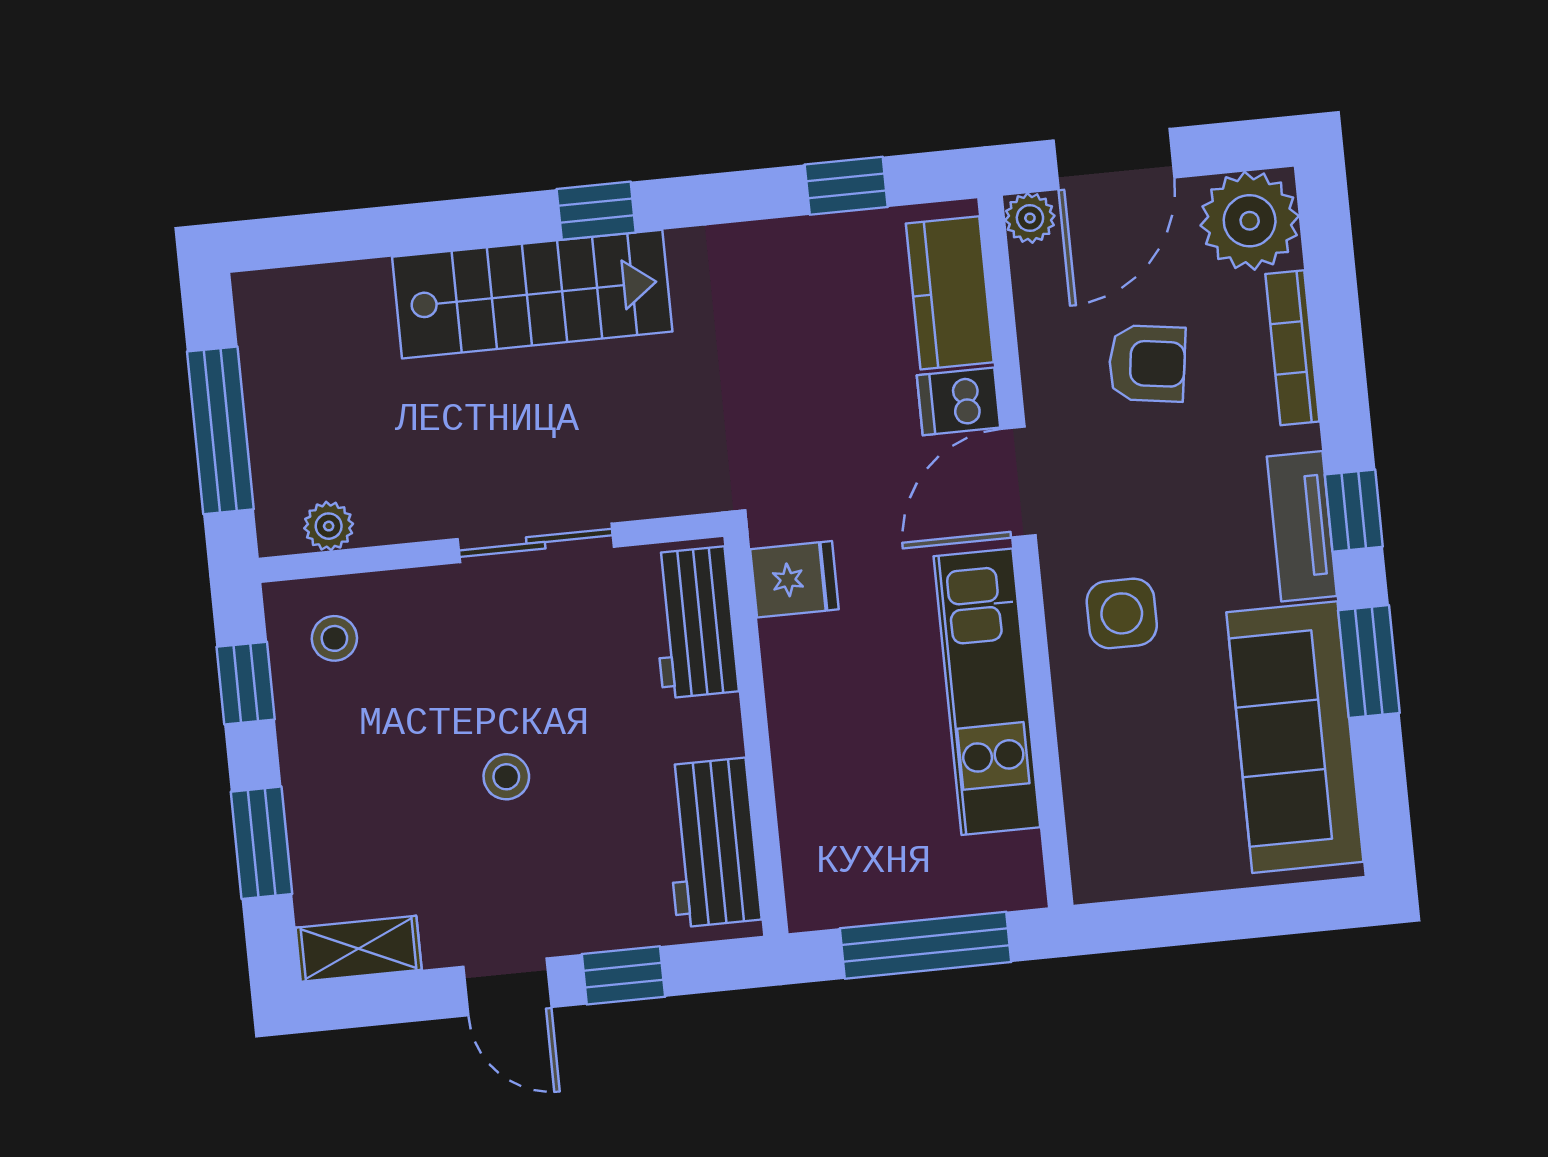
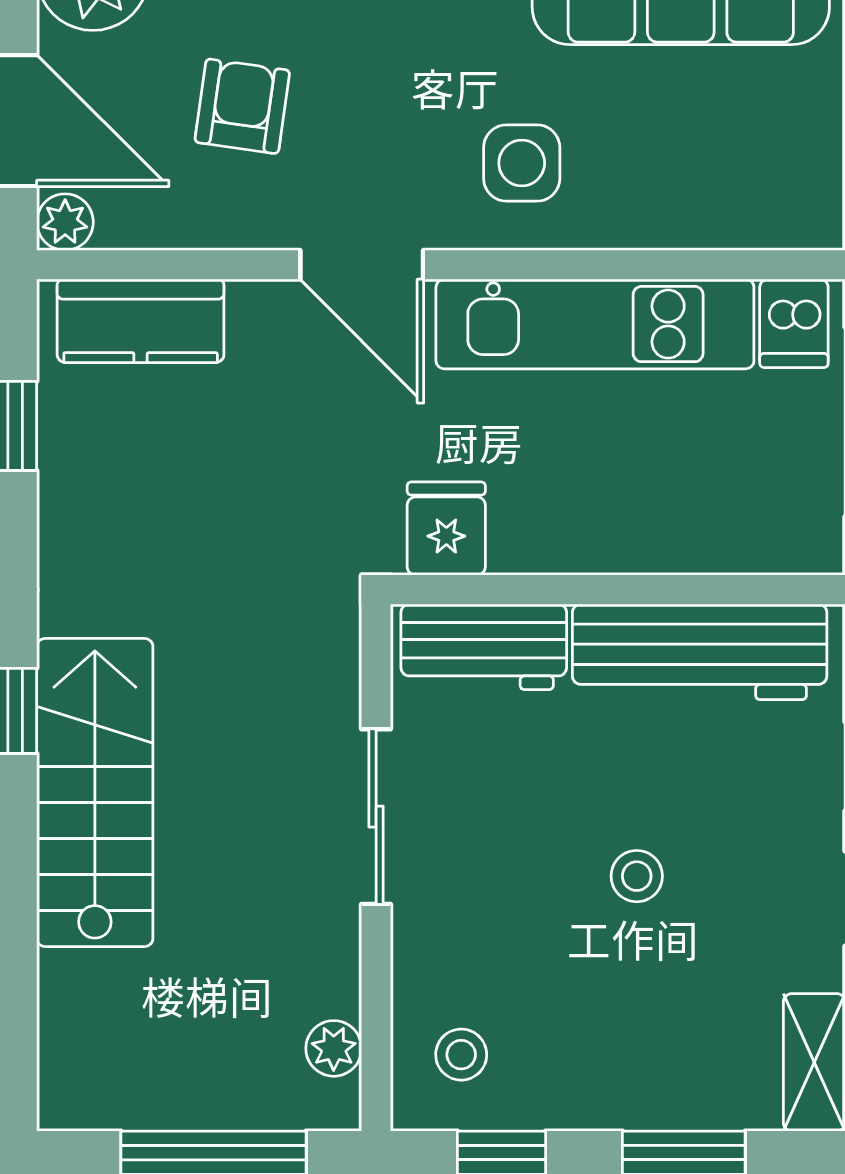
dishwasher: (959, 401) -> (794, 323), moved
workbench: (712, 843) -> (700, 652), width x1.38

